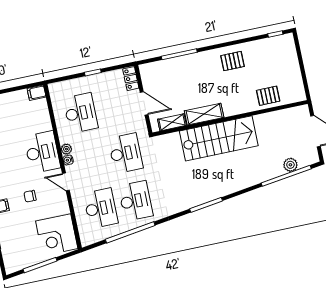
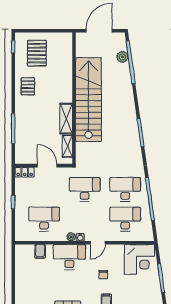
filing cabinet: (37, 93) -> (40, 251), moved
pallet: (268, 96) -> (37, 53), moved, width x1.50, depth x1.42
door: (144, 103) -> (47, 166), hinge flipped
stairs: (219, 138) -> (89, 100), width x1.36

